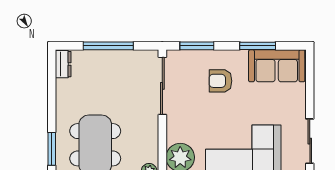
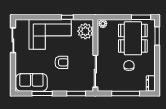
armchair: (220, 81) -> (61, 62), moved
chair: (102, 96) -> (129, 66), added

